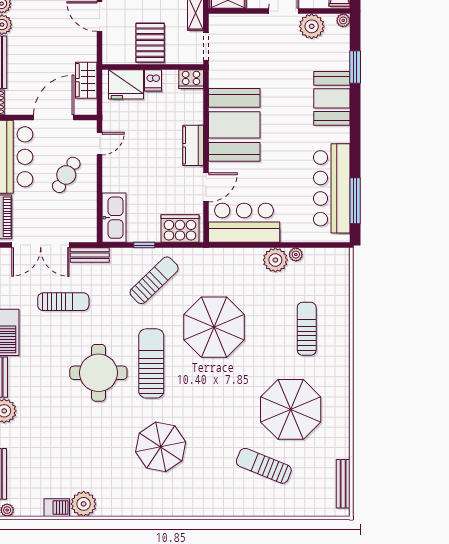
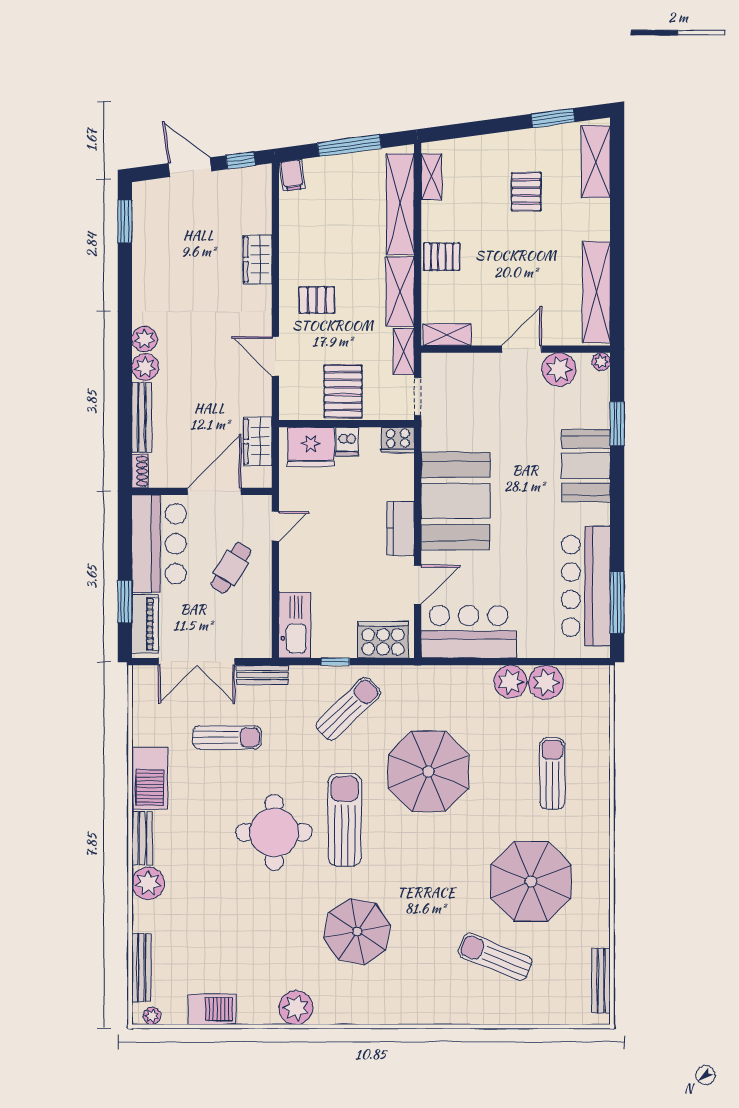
plant: (296, 255) -> (546, 682), width x1.88, depth x1.88
plant: (84, 504) -> (296, 1008), moved
barbecue: (57, 508) -> (212, 1009), width x1.38, depth x1.27

